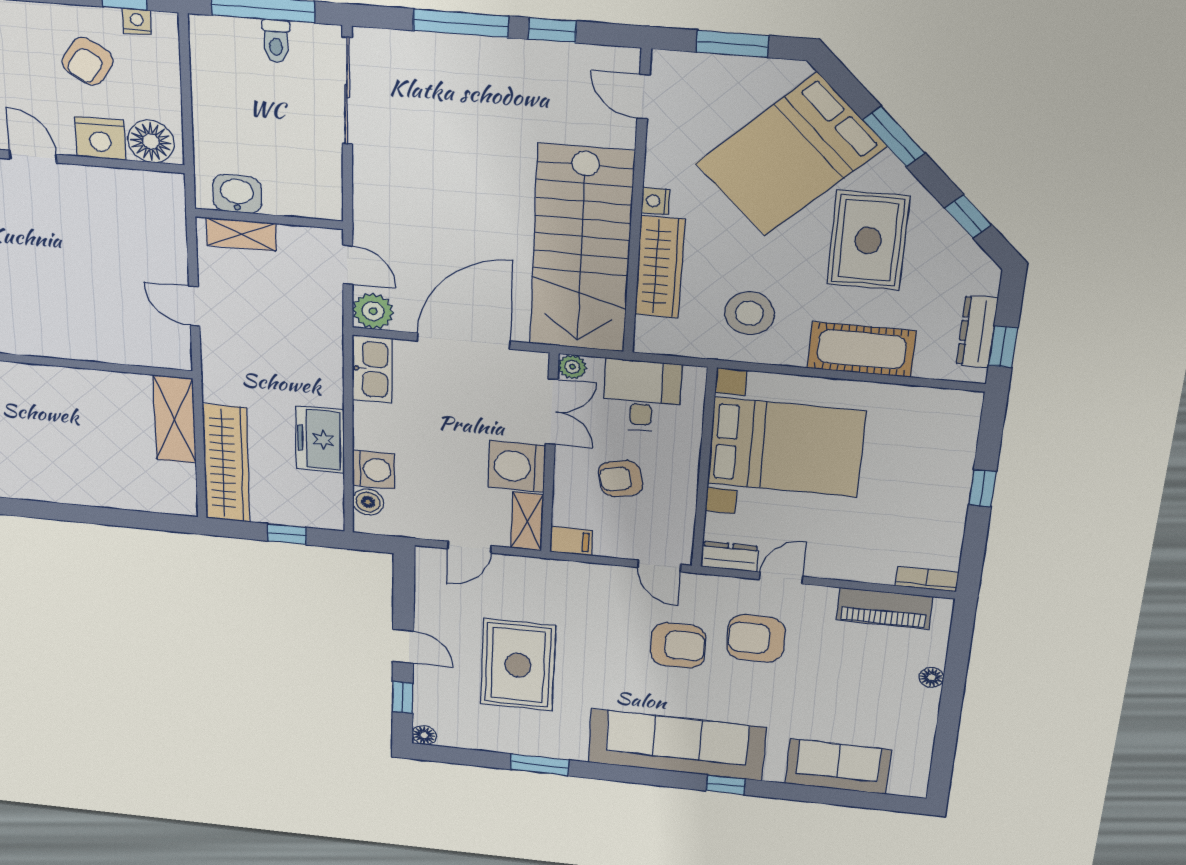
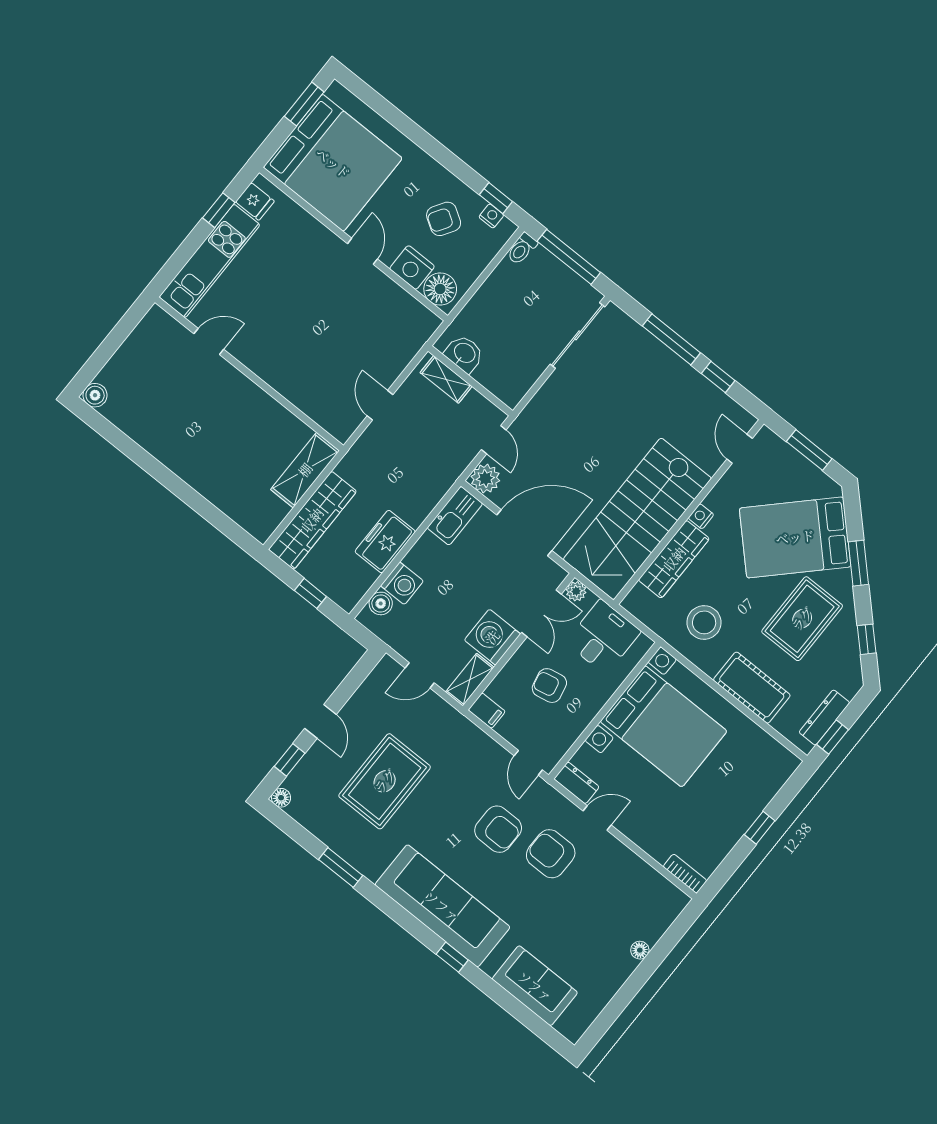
toilet: (276, 41) -> (522, 249), moved
piano: (884, 608) -> (645, 880), removed

